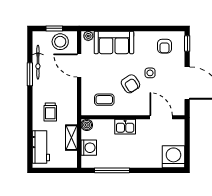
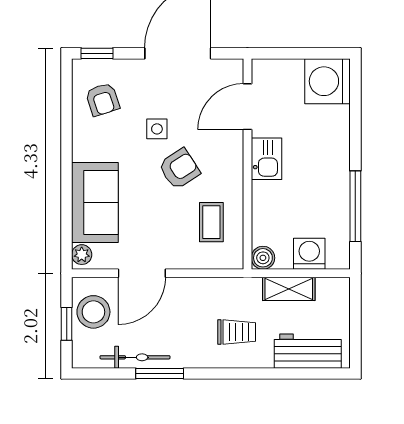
armchair: (165, 46) -> (103, 99), turned 72
kitchen sink: (125, 127) -> (266, 159), moved

